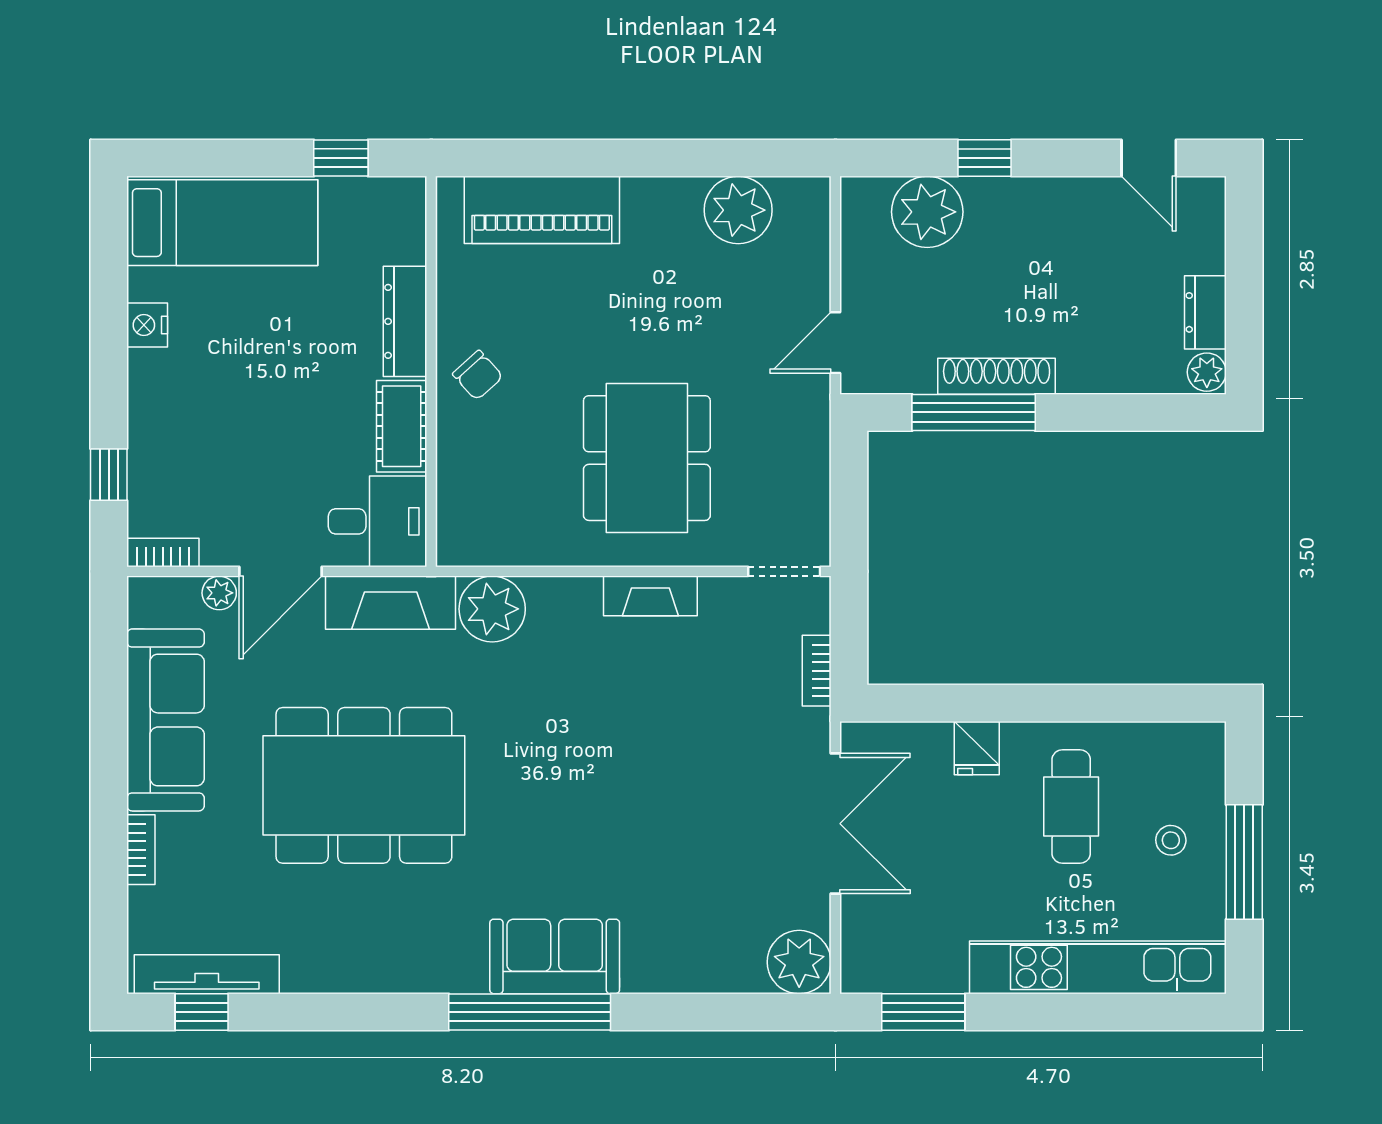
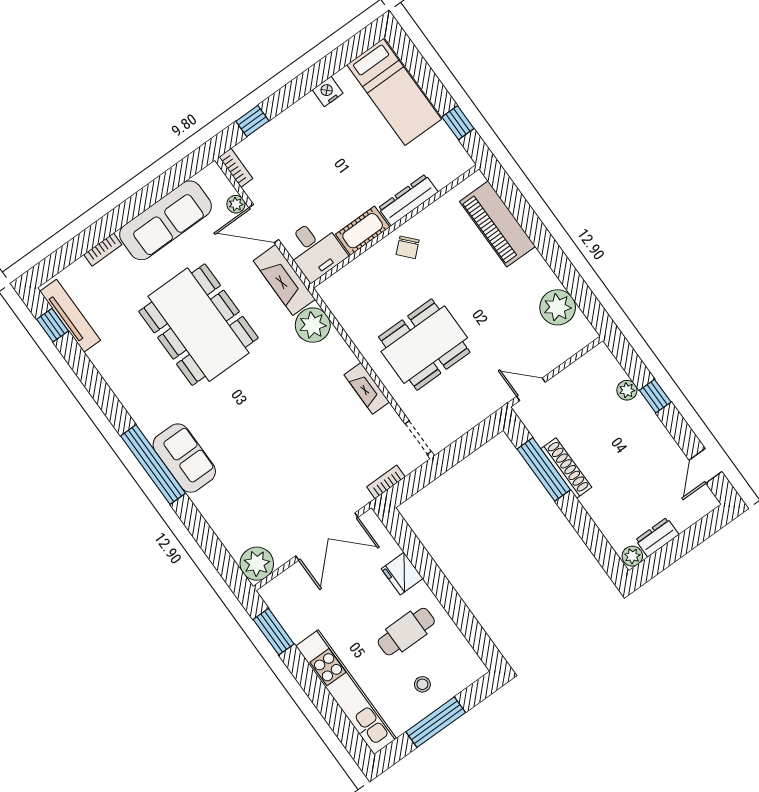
plant: (927, 212) -> (627, 390), width x0.53, depth x0.53
fridge: (977, 748) -> (402, 574), width x1.38

